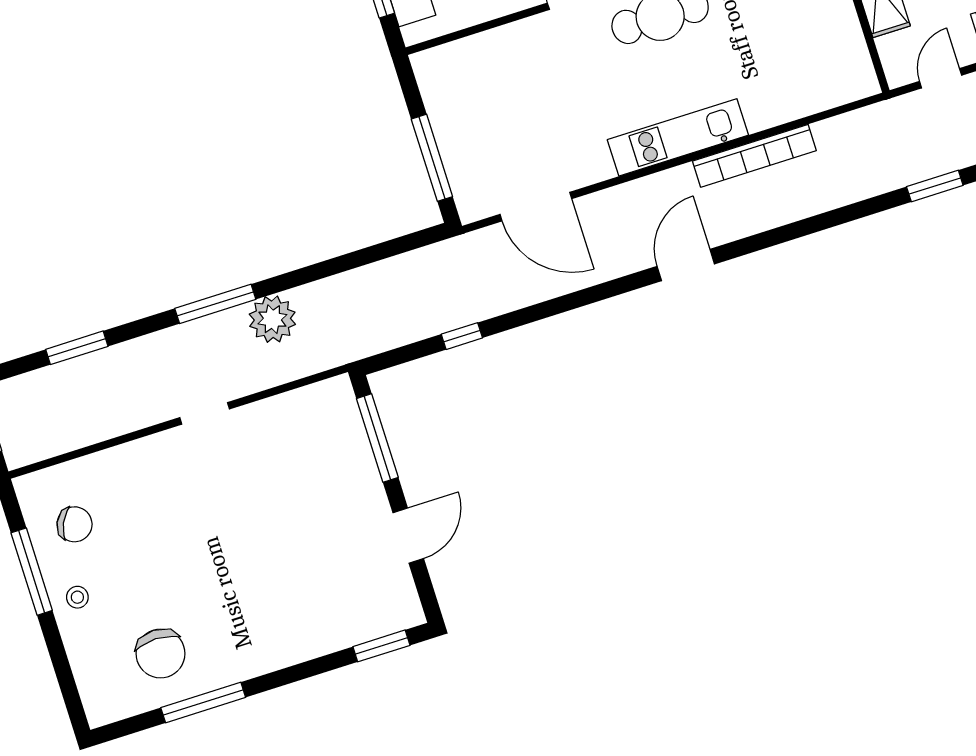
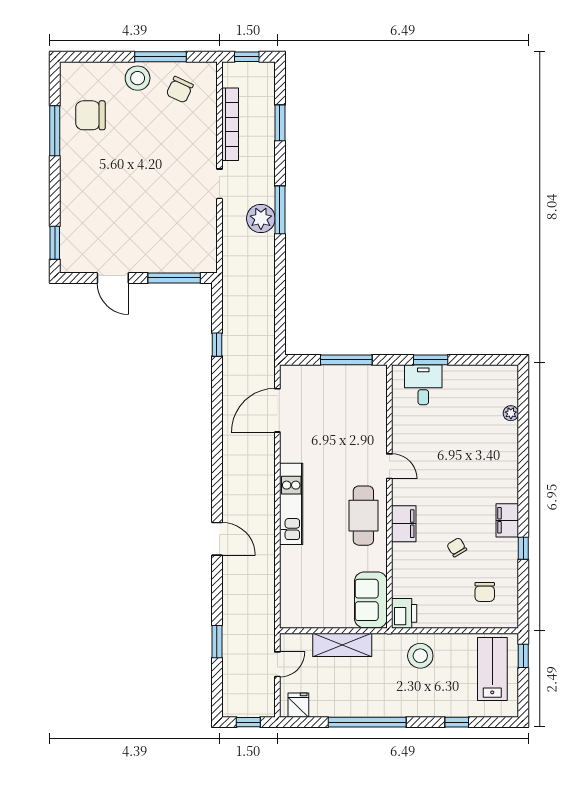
door: (941, 78) -> (277, 664), hinge flipped
bookcase: (754, 156) -> (230, 124), moved, turned 180
window: (432, 158) -> (346, 360), moved
door: (686, 265) -> (217, 539), moved
plant: (272, 319) -> (261, 218), moved
stool: (77, 597) -> (138, 78), width x1.89, depth x1.89

